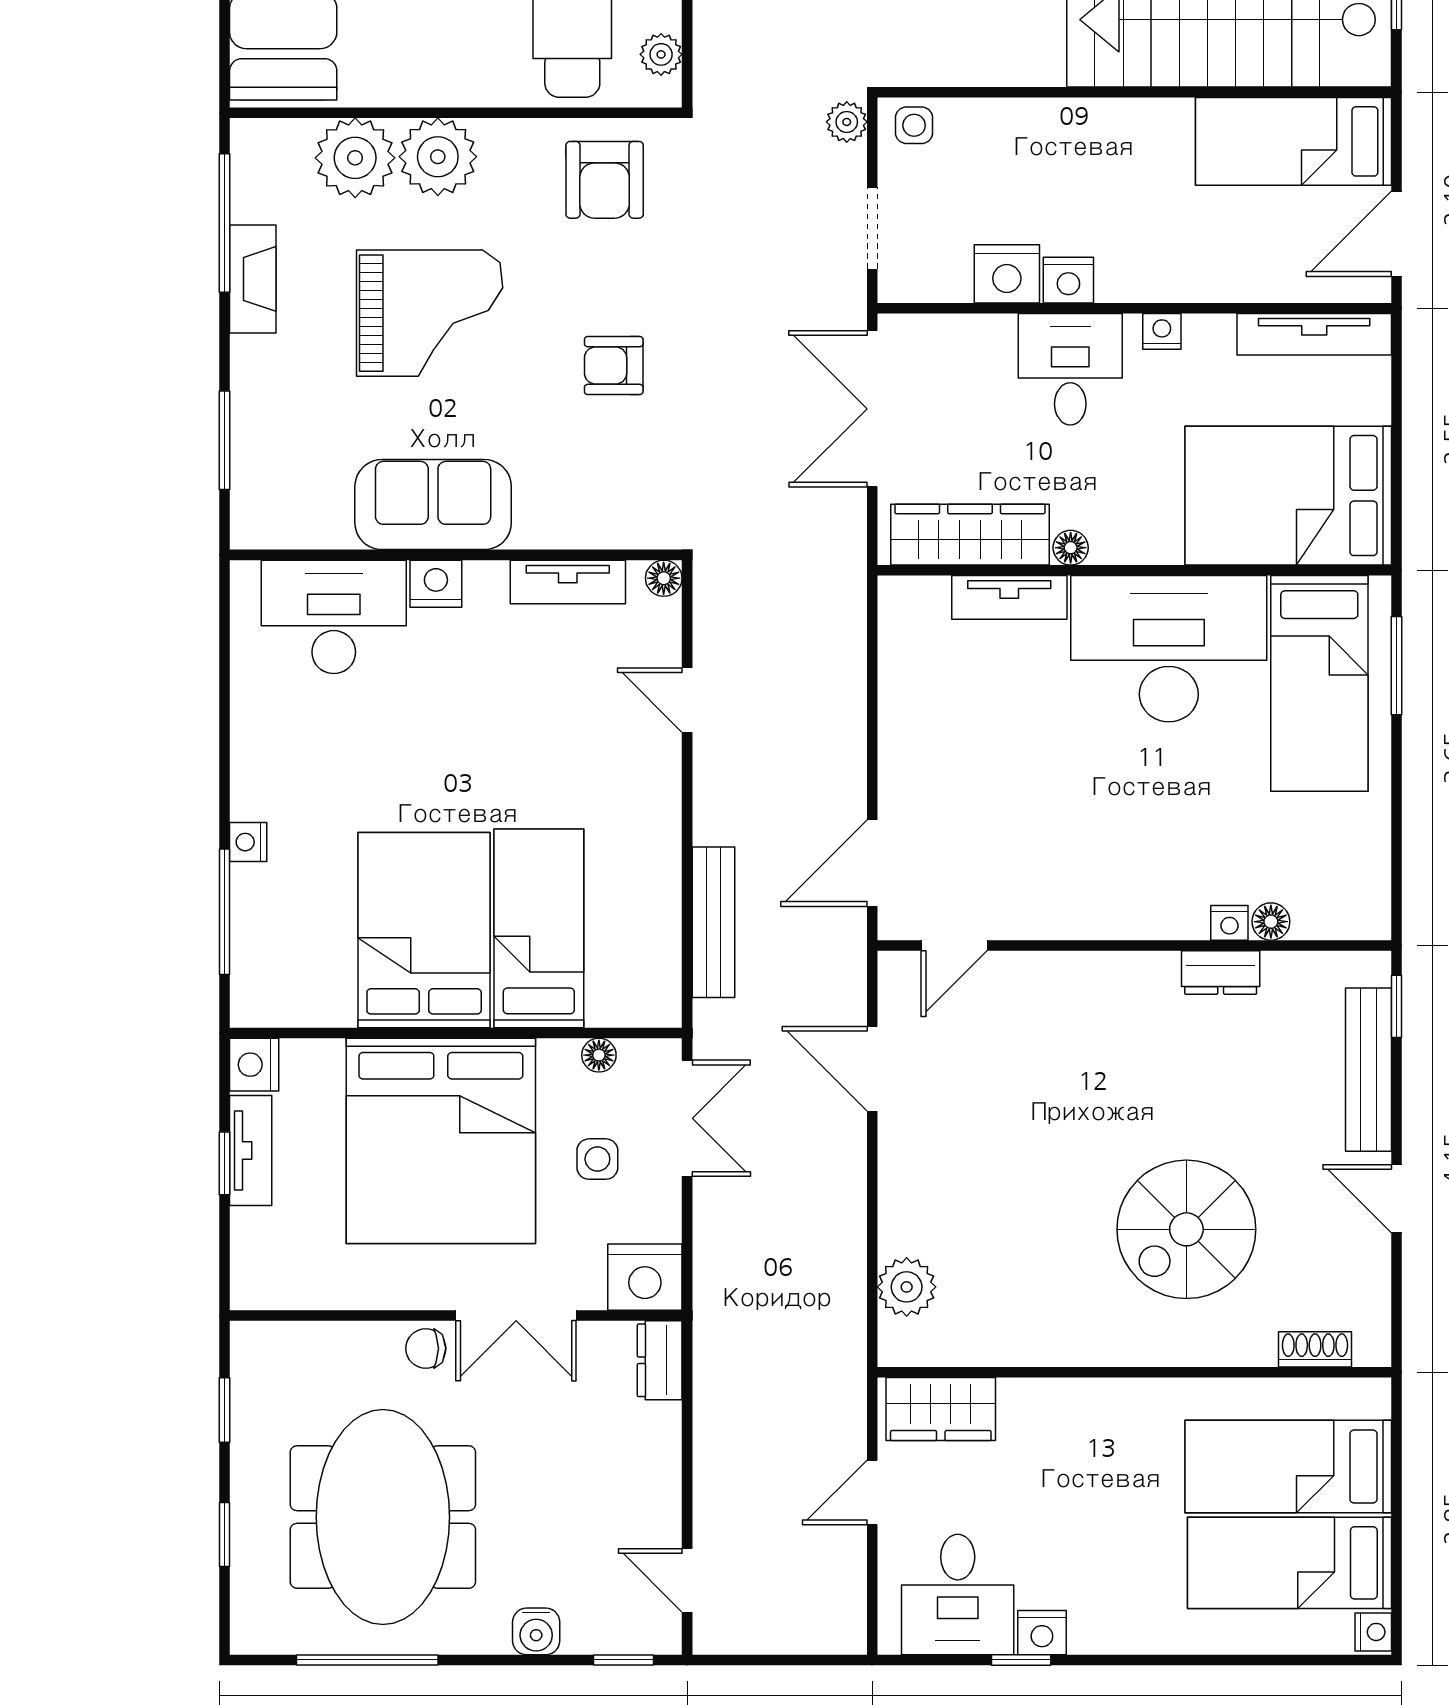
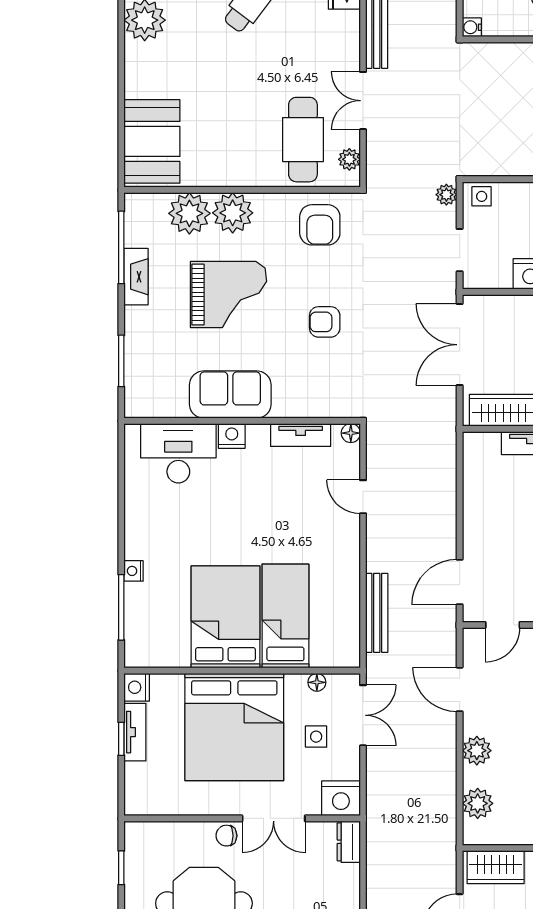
plant: (905, 1186) -> (477, 751), added

